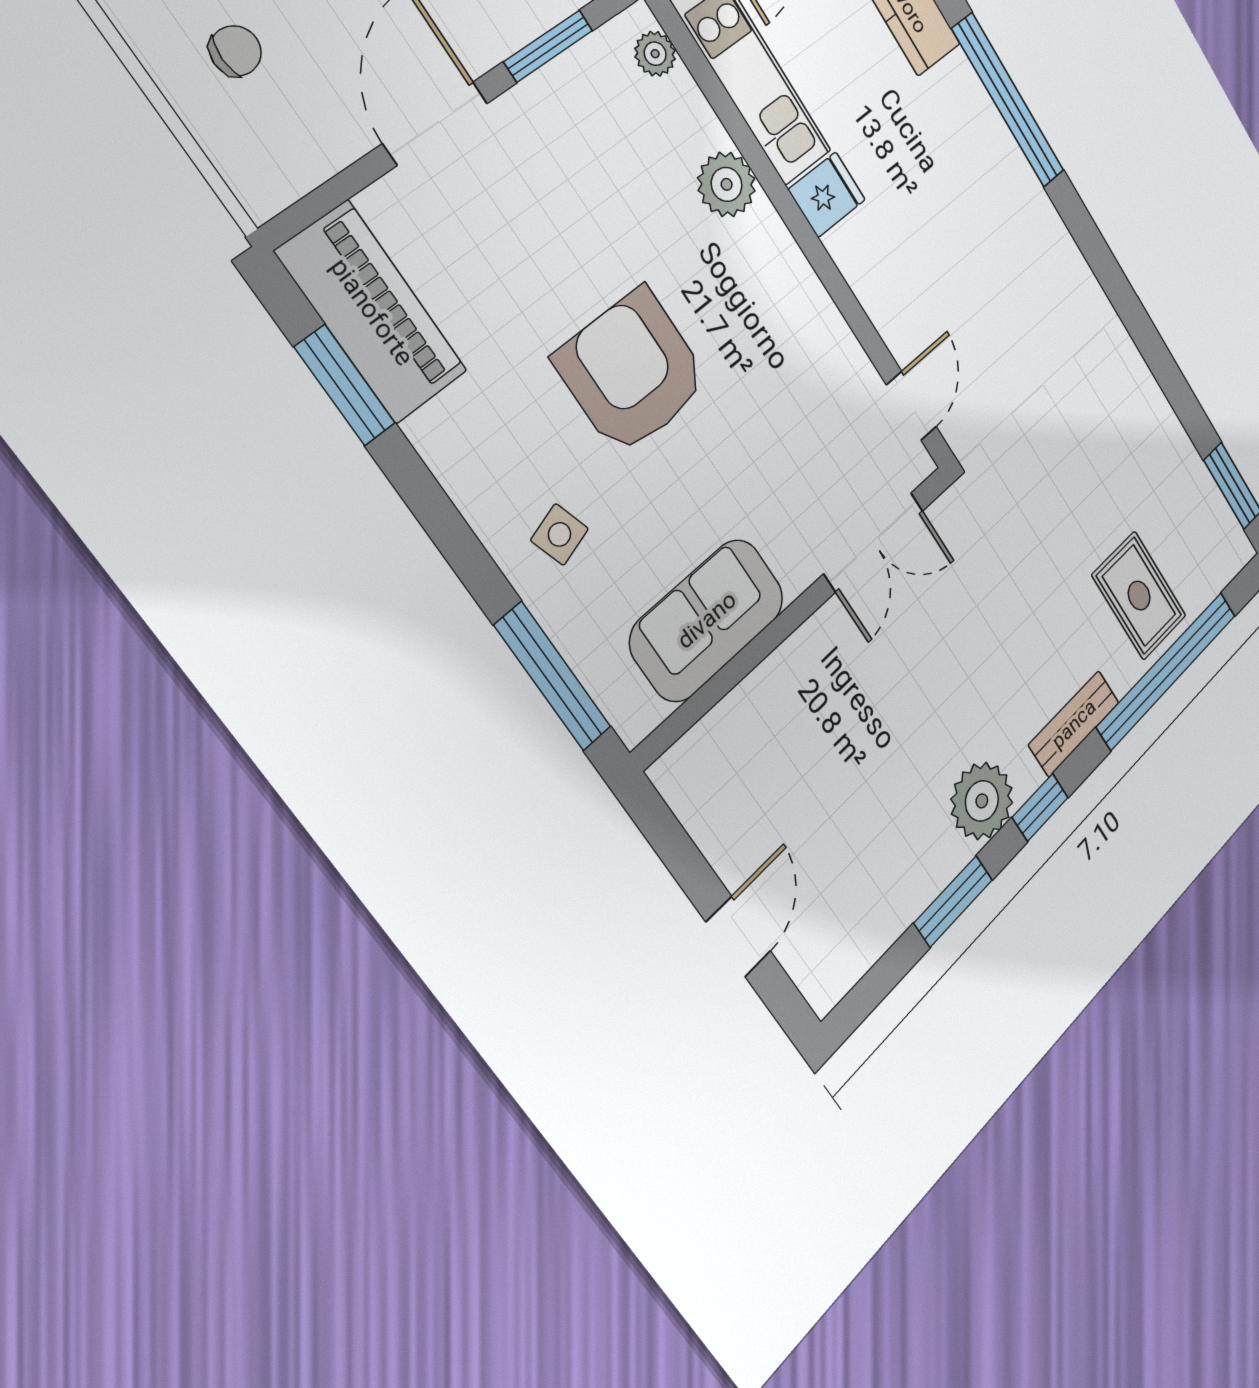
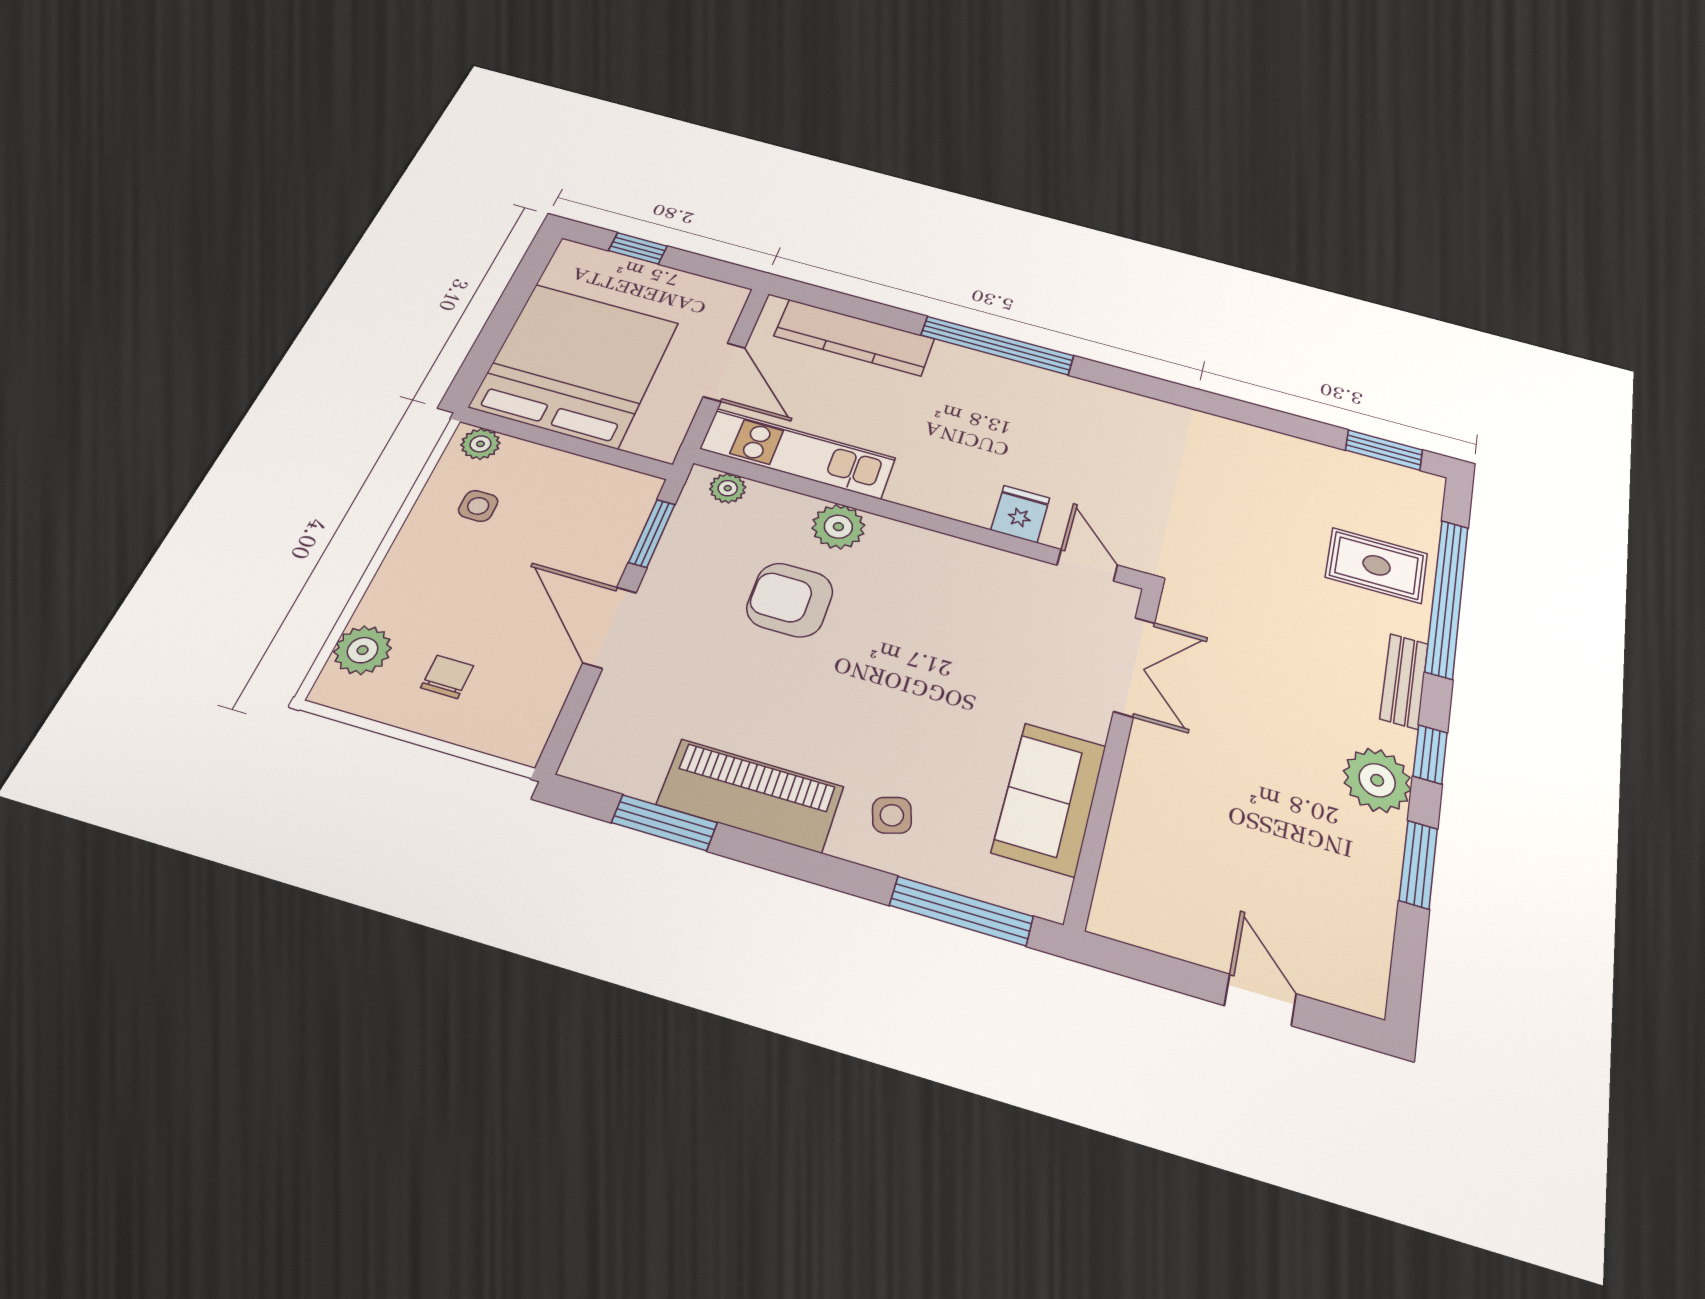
fridge: (827, 195) -> (1020, 514), moved
piano: (372, 312) -> (751, 795), moved
armchair: (632, 372) -> (790, 600), moved, width x0.73, depth x0.73

